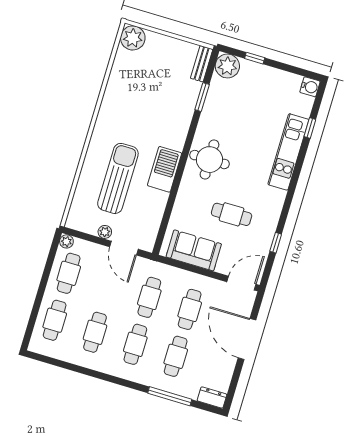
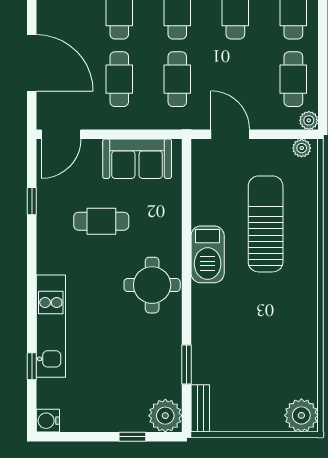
sun lounger: (118, 178) -> (266, 224), turned 180
plant: (105, 232) -> (302, 148), moved

